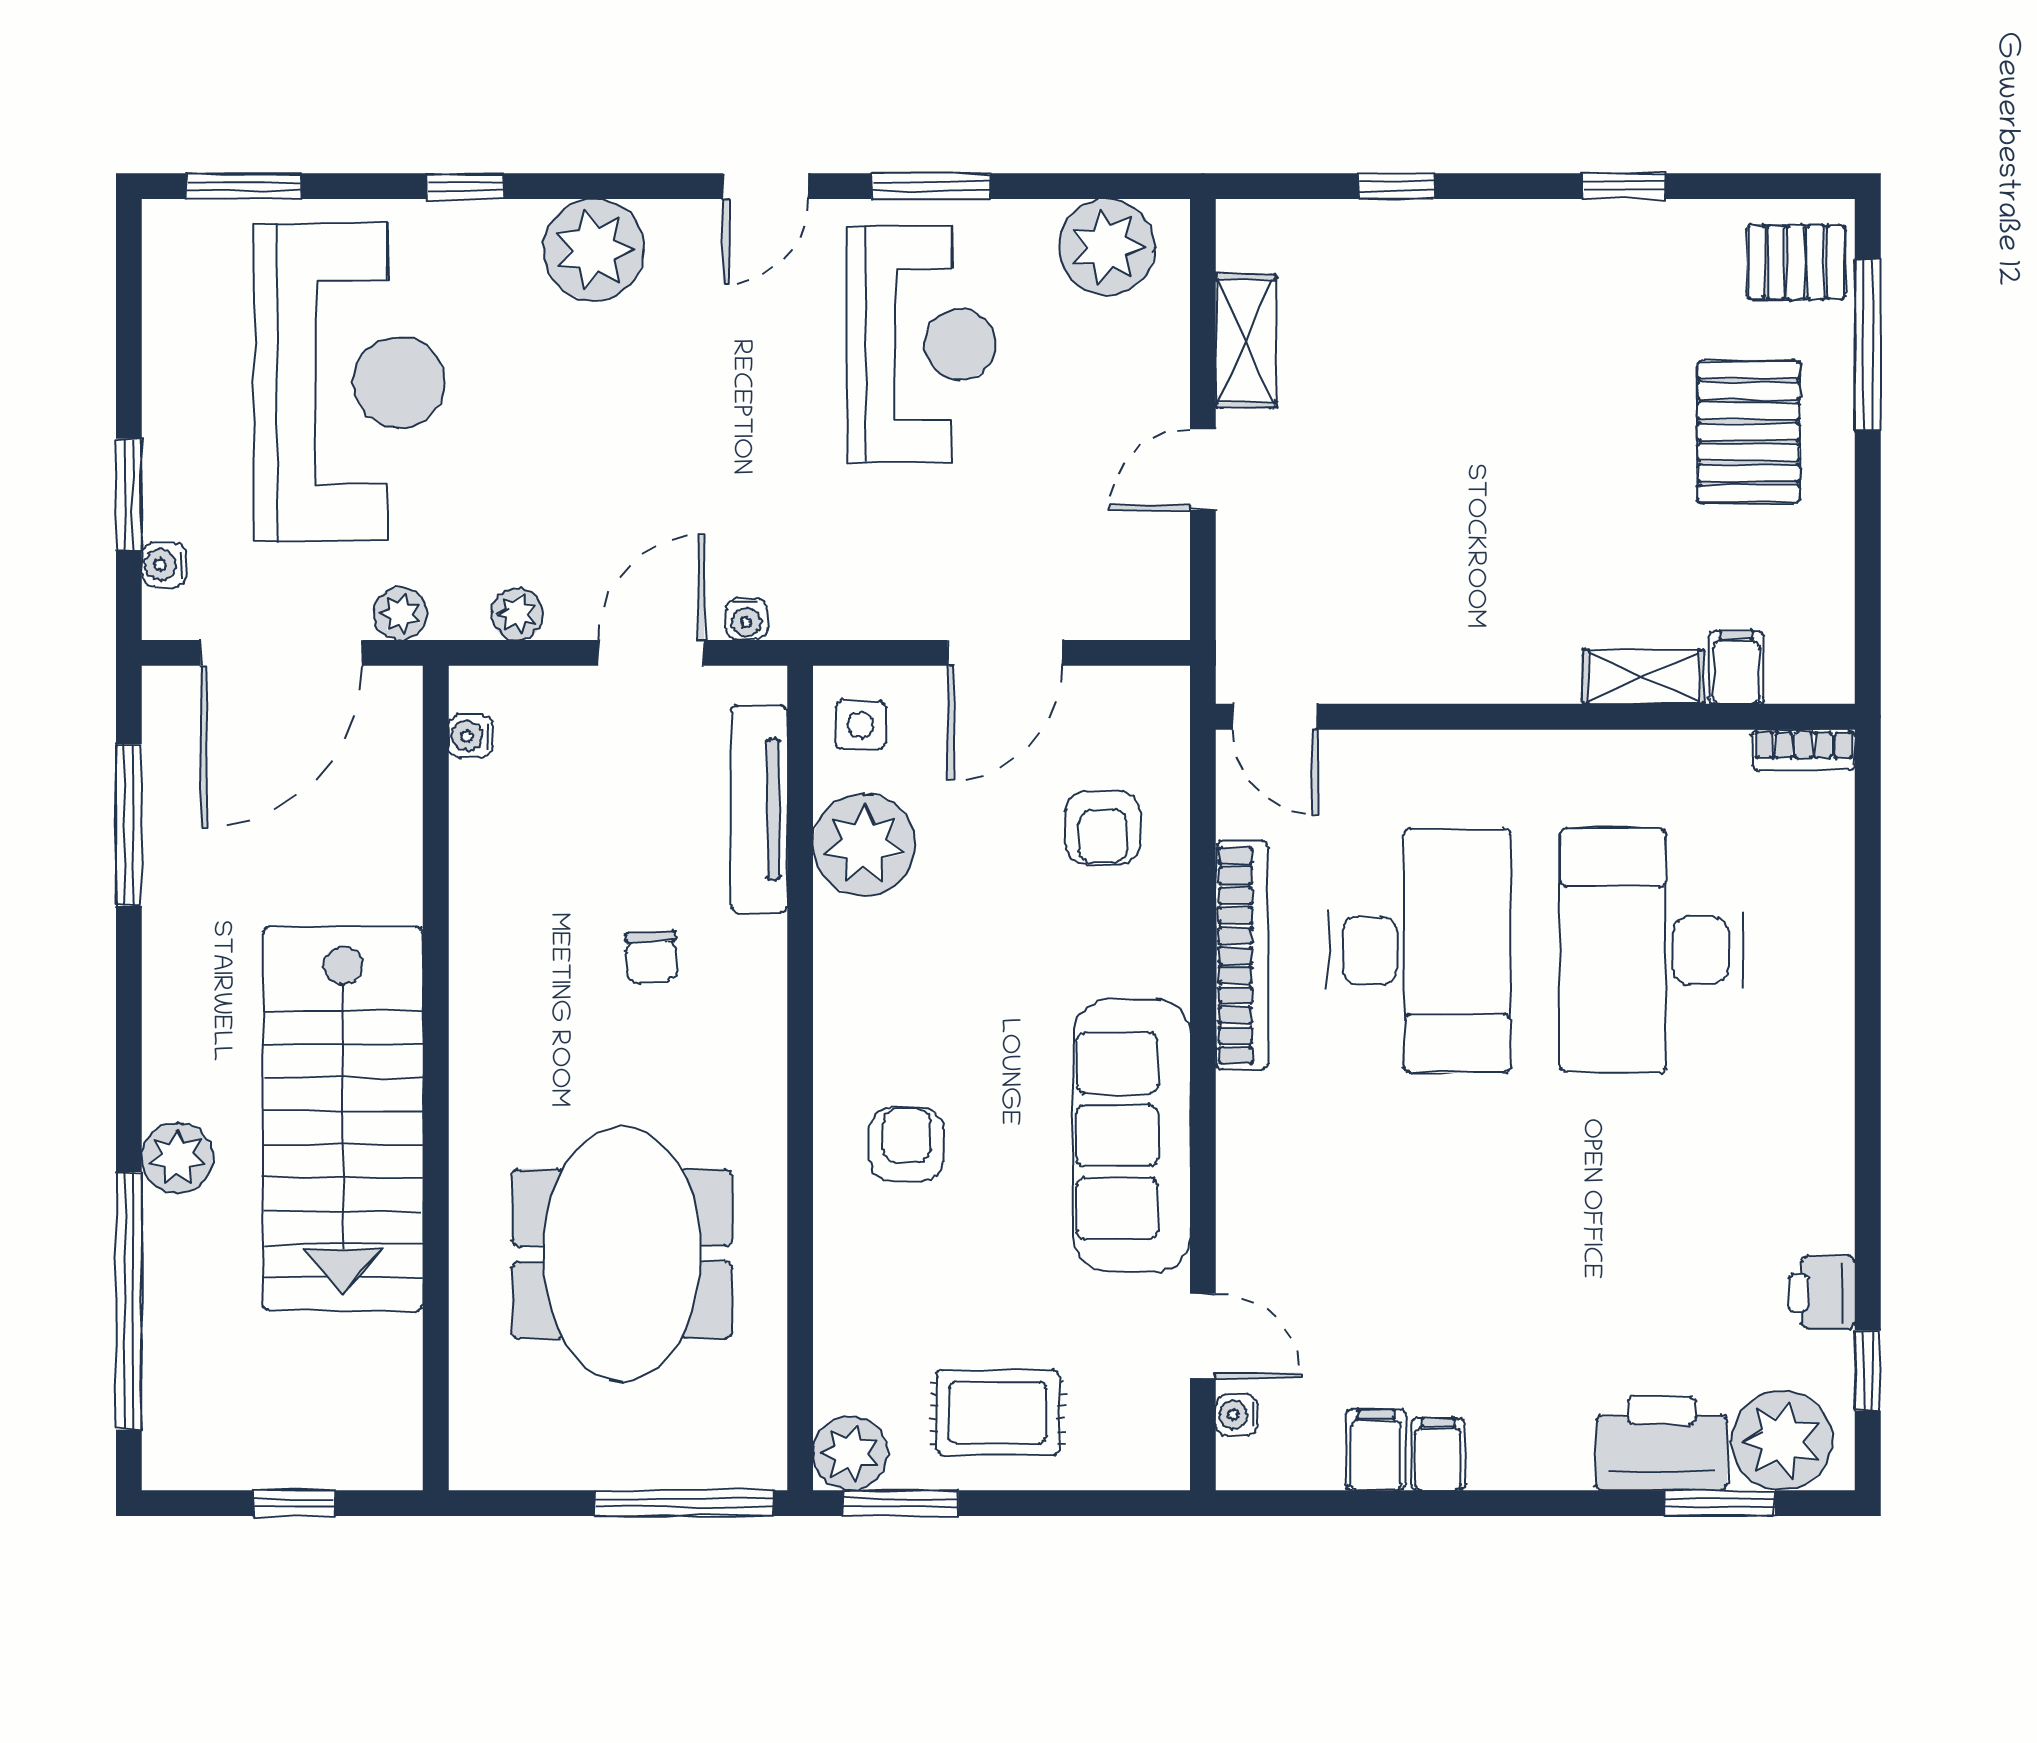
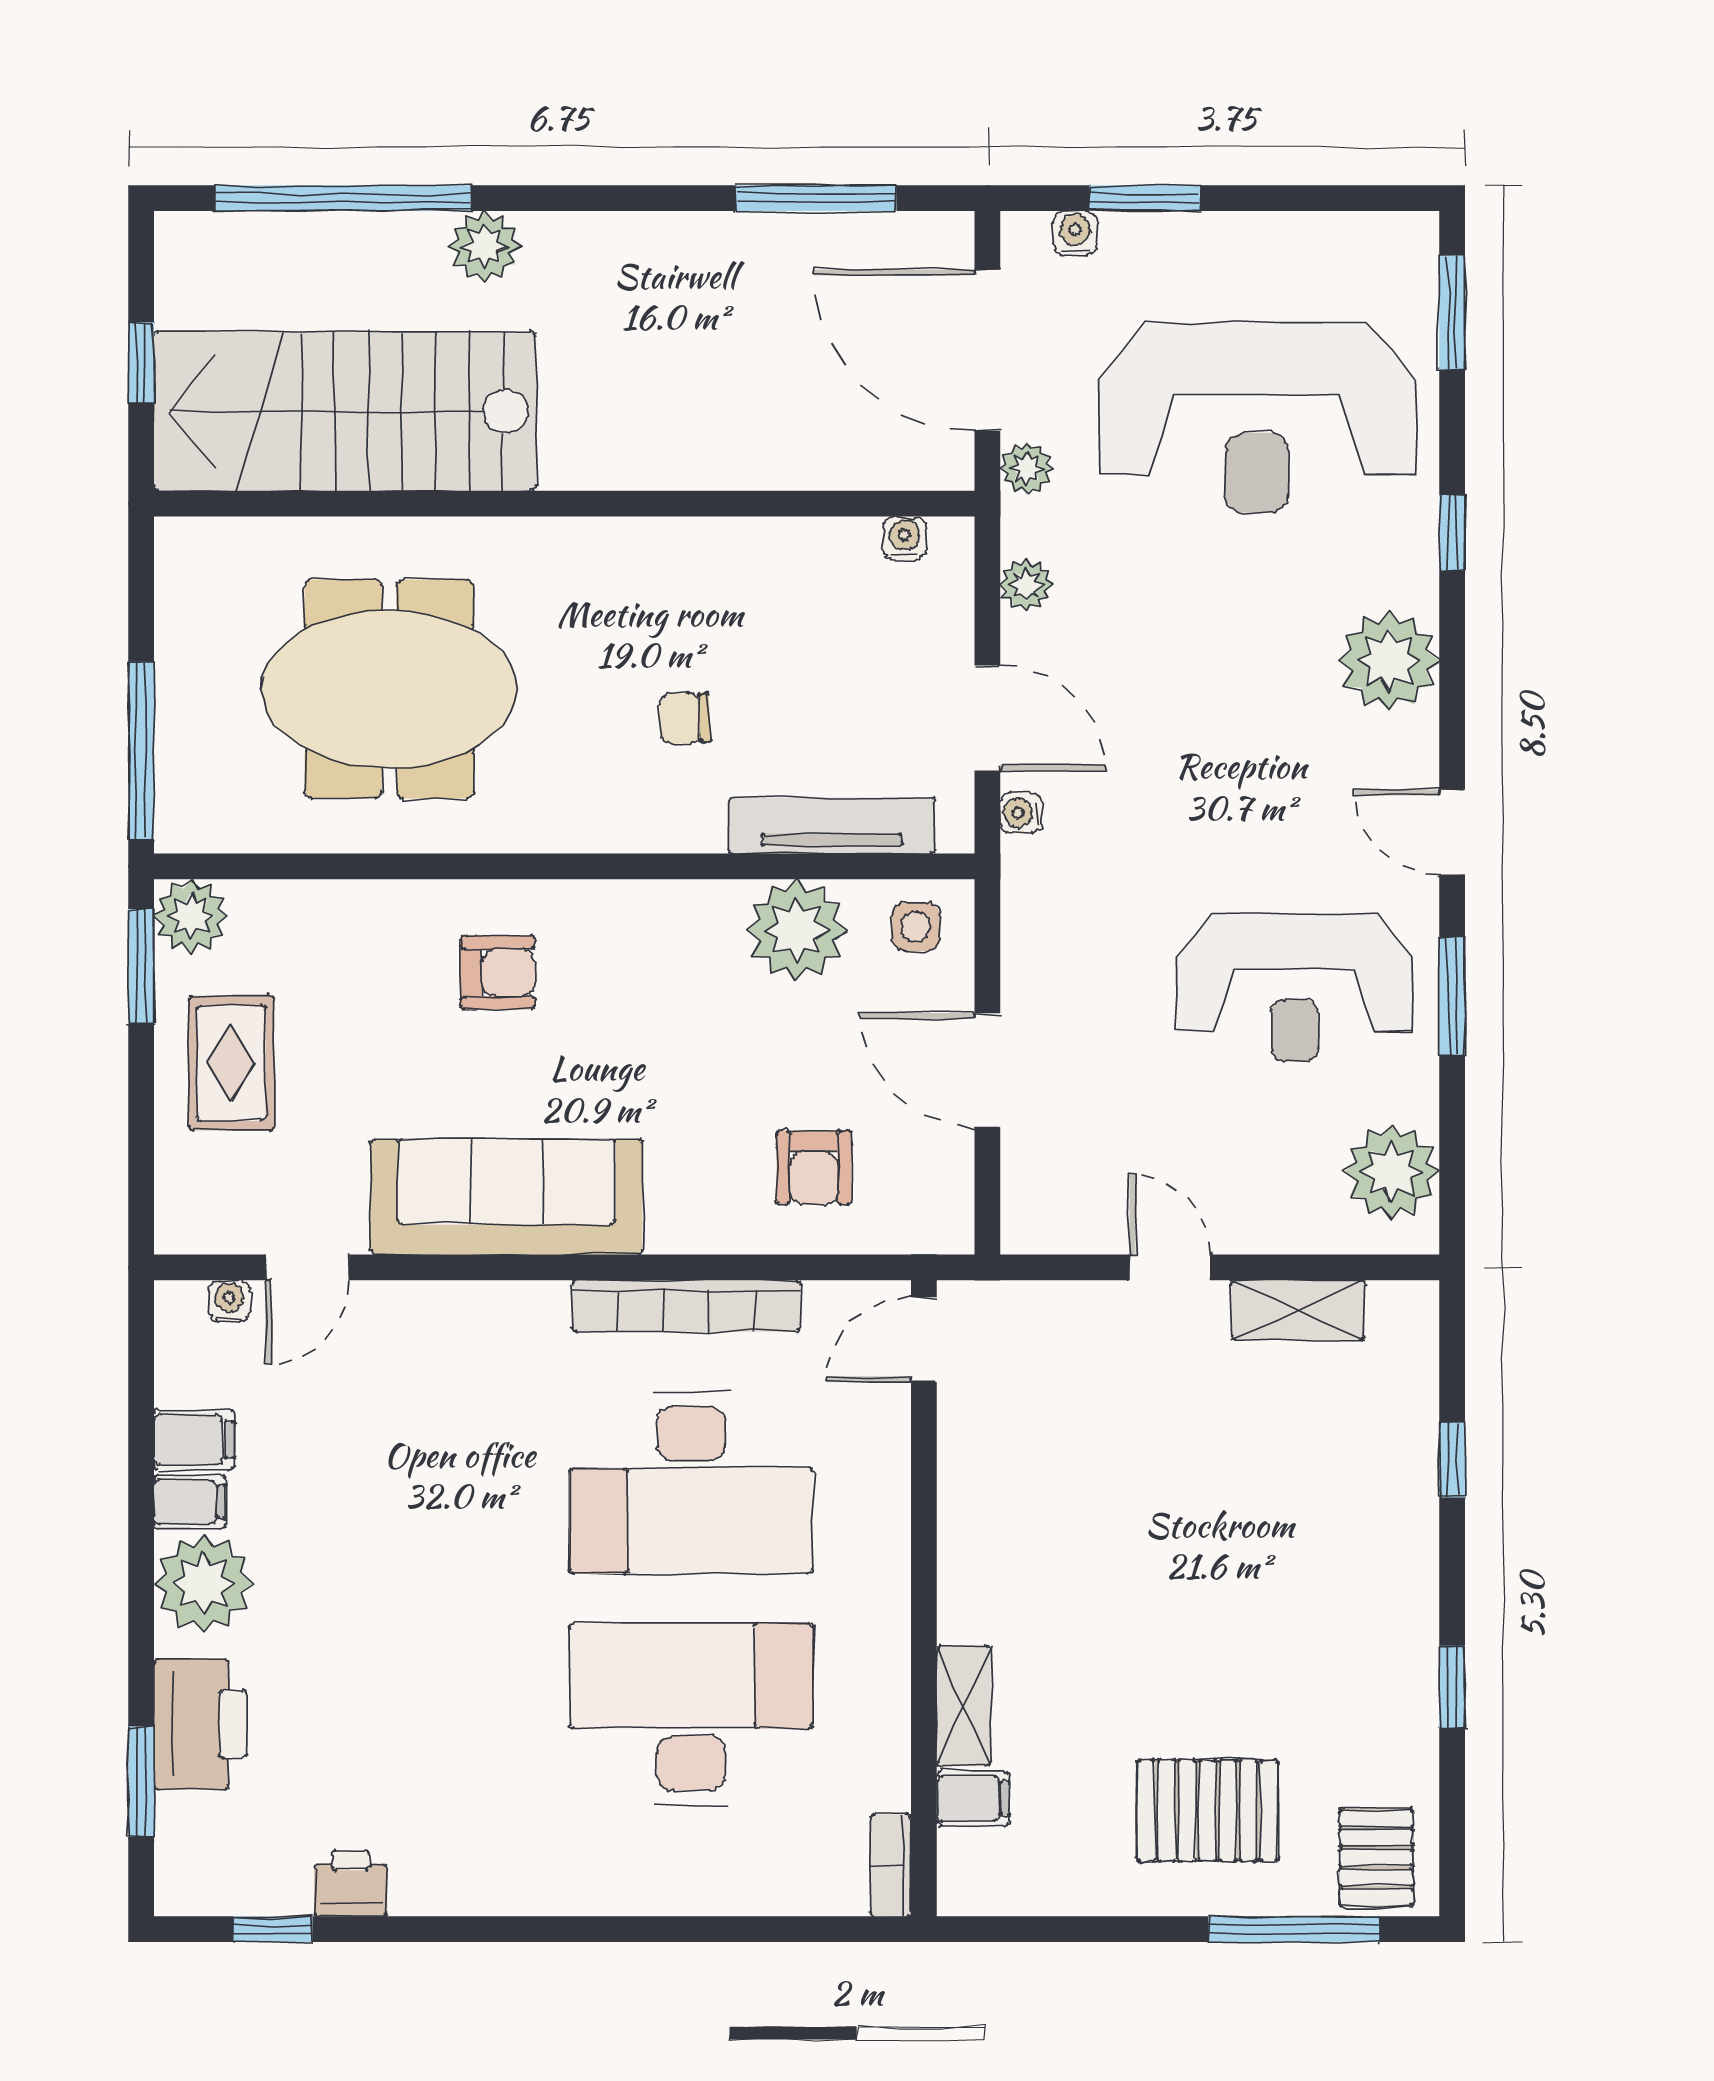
armchair: (1103, 827) -> (814, 1168), turned -90
stairs: (343, 1119) -> (345, 411), moved
plant: (1782, 1440) -> (203, 1583), moved

